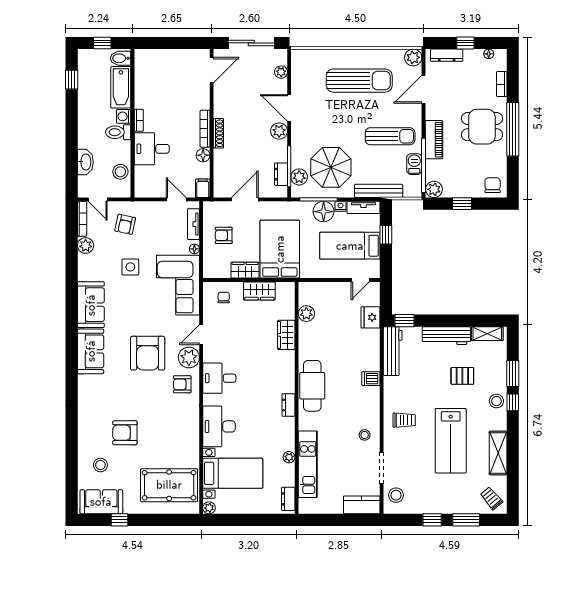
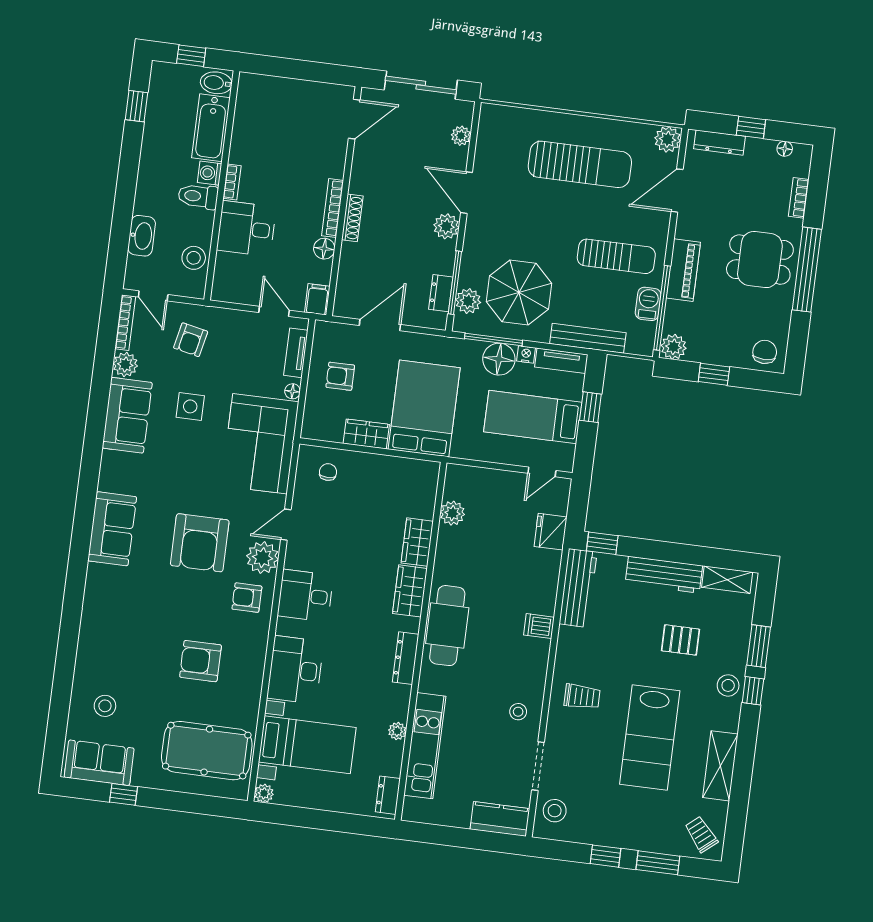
wardrobe: (259, 291) -> (410, 591), moved, turned 90
sofa: (91, 305) -> (127, 415), moved
dresser: (288, 405) -> (406, 658), width x1.44
armchair: (125, 433) -> (201, 661), moved

